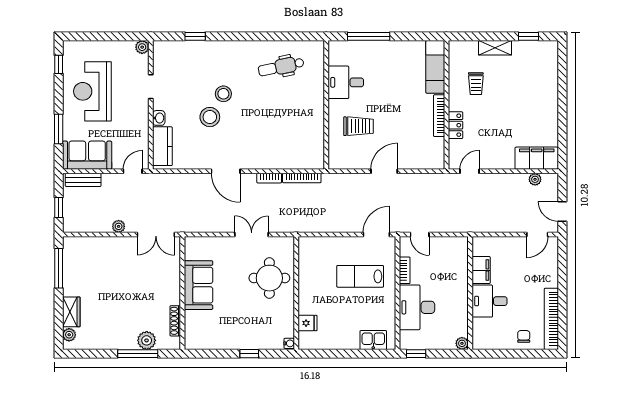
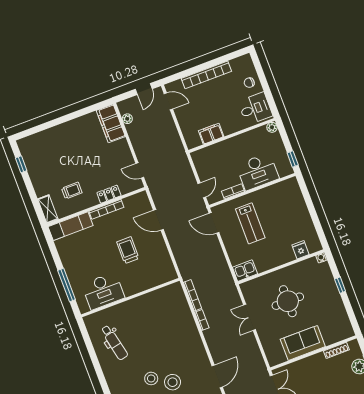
shelving: (495, 48) -> (48, 209), moved
desk: (346, 82) -> (103, 291), width x1.37
trolley: (358, 126) -> (128, 250), moved
door: (226, 171) -> (217, 376), moved
door: (384, 171) -> (158, 220), moved
round table: (269, 278) -> (288, 301), moved
desk: (489, 301) -> (255, 109), moved, turned -90
bookcase: (551, 319) -> (206, 75), moved
kitchen sink: (373, 340) -> (245, 271), moved, turned 90

